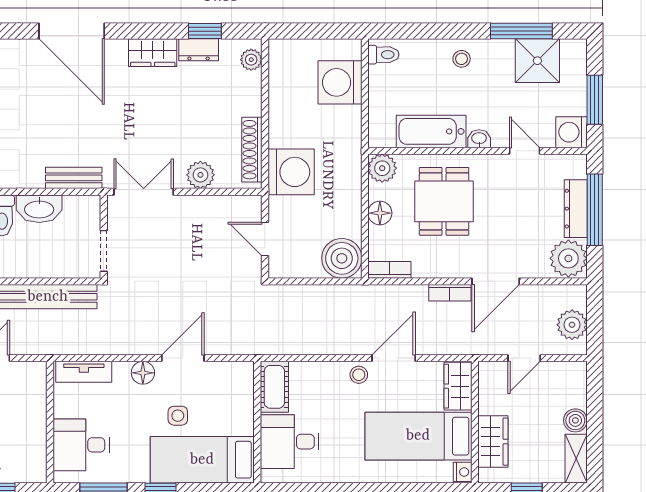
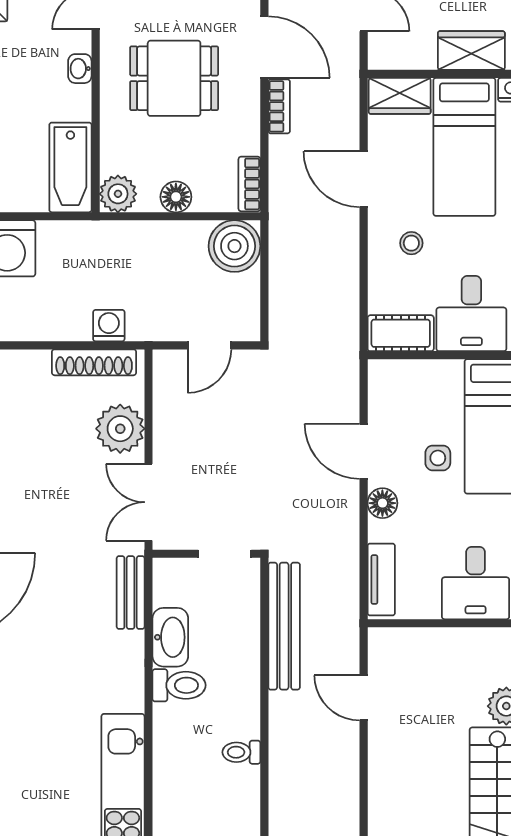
bathtub: (431, 131) -> (70, 167), moved
washing machine: (291, 172) -> (109, 326), width x0.53, depth x0.53
plant: (200, 175) -> (120, 429), width x1.36, depth x1.36
dining table: (444, 201) -> (174, 78), moved
stool: (359, 375) -> (411, 243), moved

